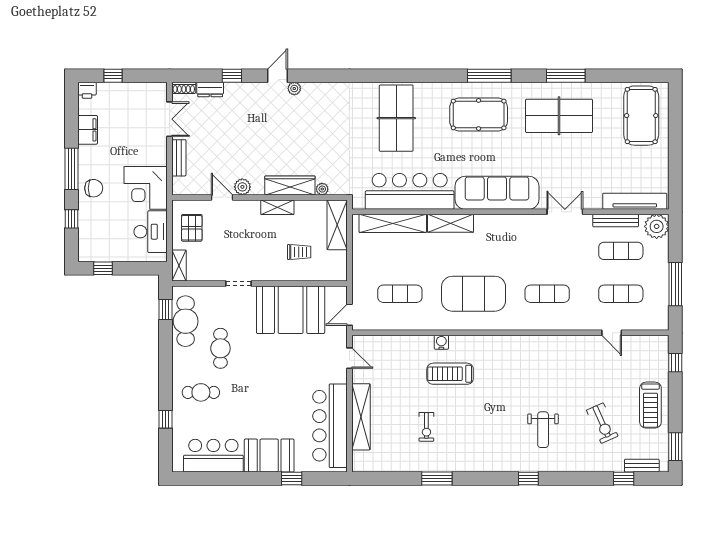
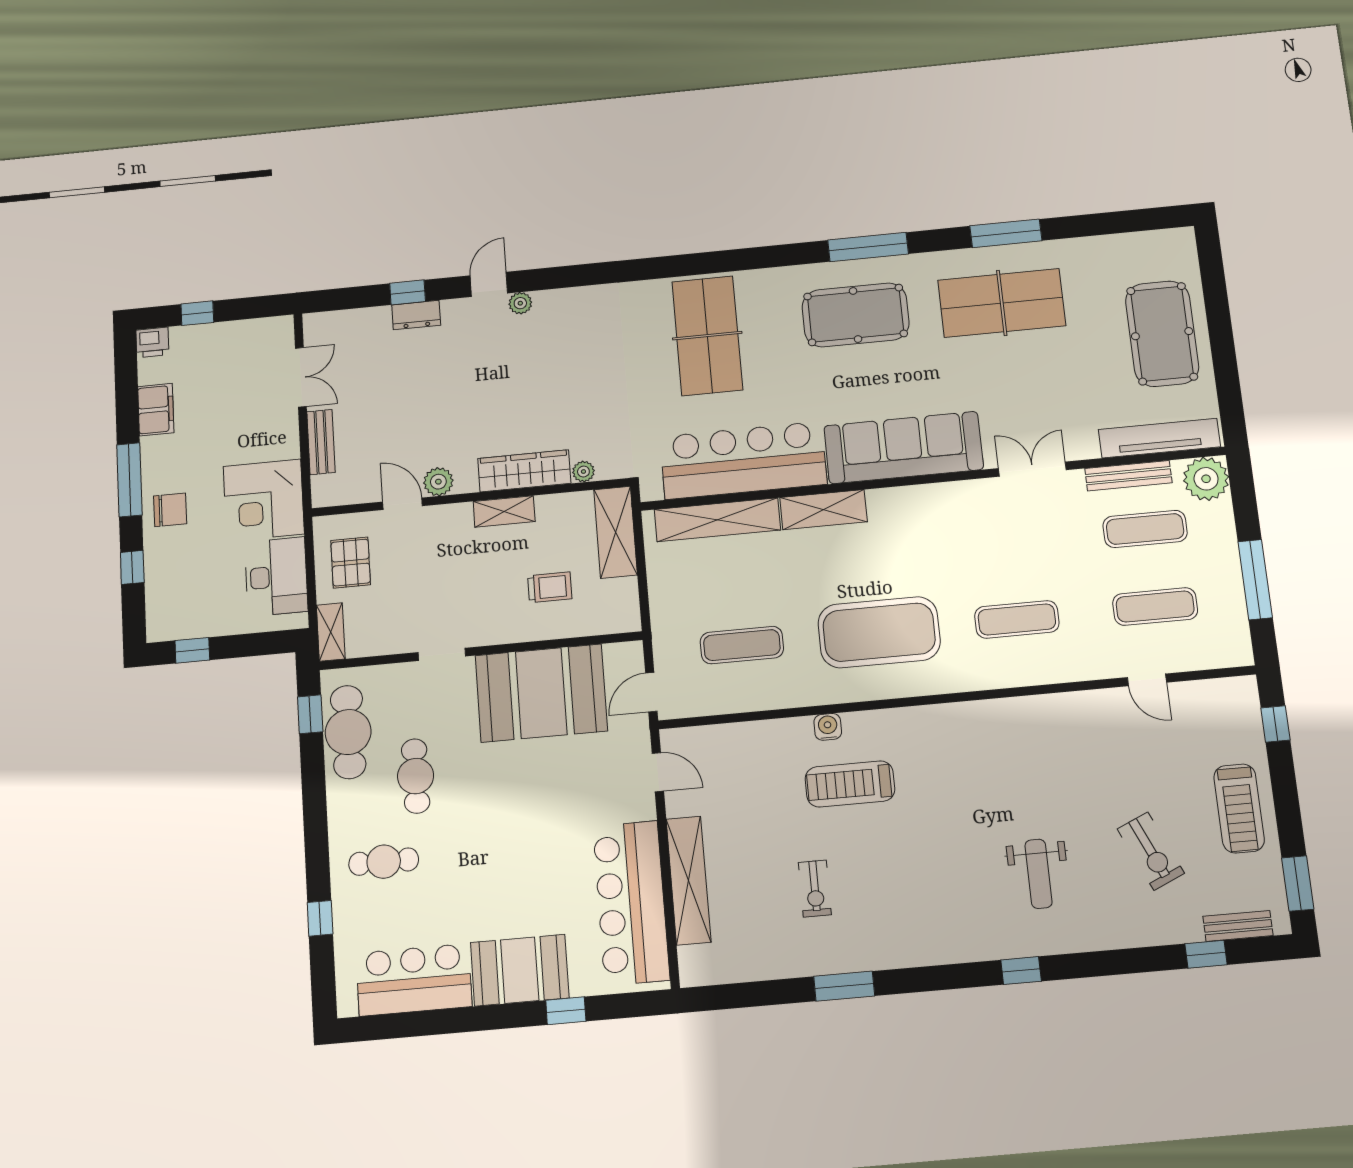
shoe rack: (184, 88) -> (324, 321), removed
dresser: (210, 89) -> (416, 315), moved
pool table: (641, 116) -> (1162, 334), moved

